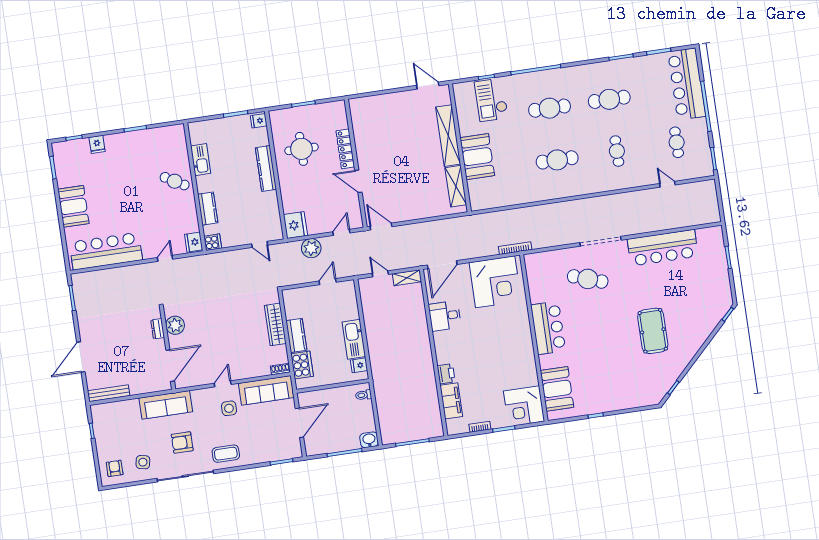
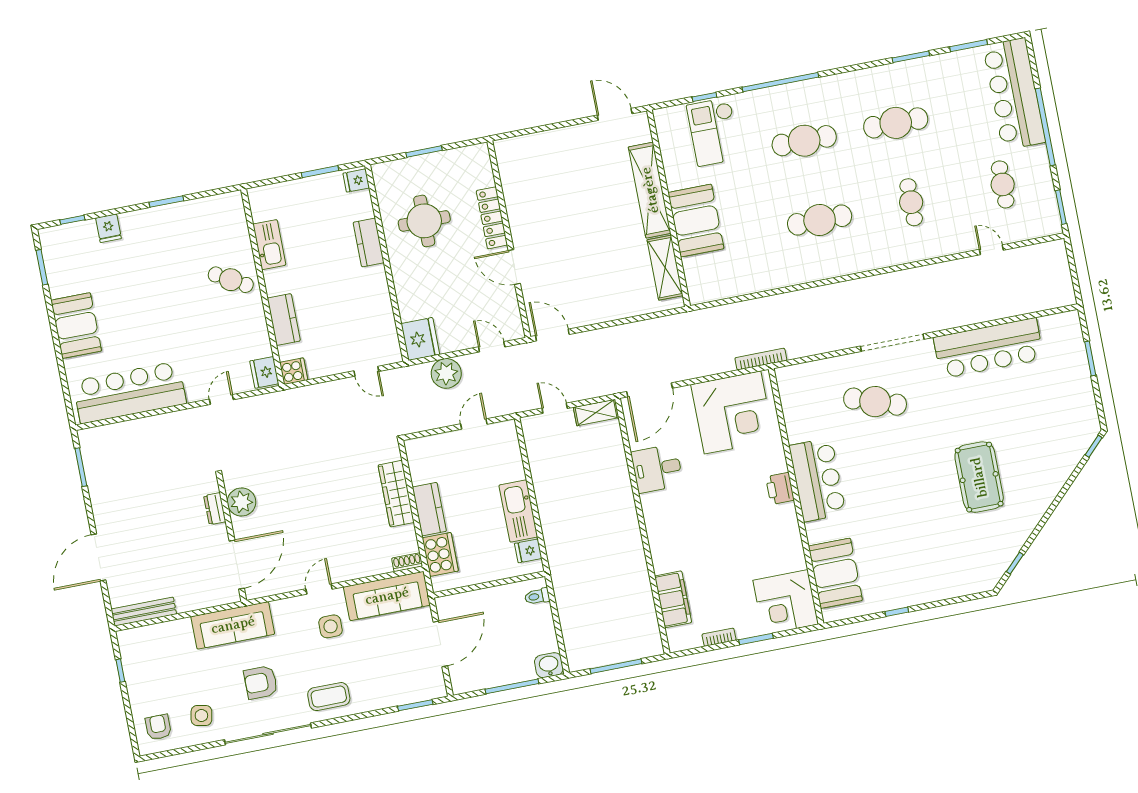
kitchen counter: (266, 169) -> (369, 242), width x0.67
door: (341, 232) -> (492, 347), hinge flipped
printer: (446, 374) -> (780, 488), moved, turned 180

